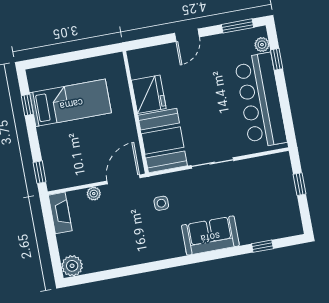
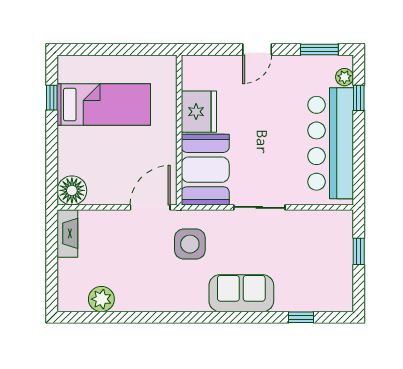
window: (40, 172) -> (52, 180), removed
floor lamp: (57, 177) -> (72, 190), added
plant: (94, 194) -> (112, 218), removed
side table: (161, 203) -> (190, 244), width x1.87, depth x1.87
plant: (72, 266) -> (101, 299), moved

